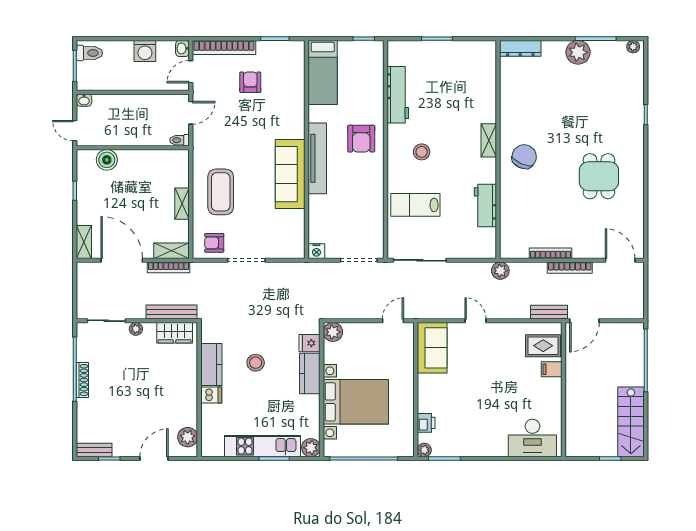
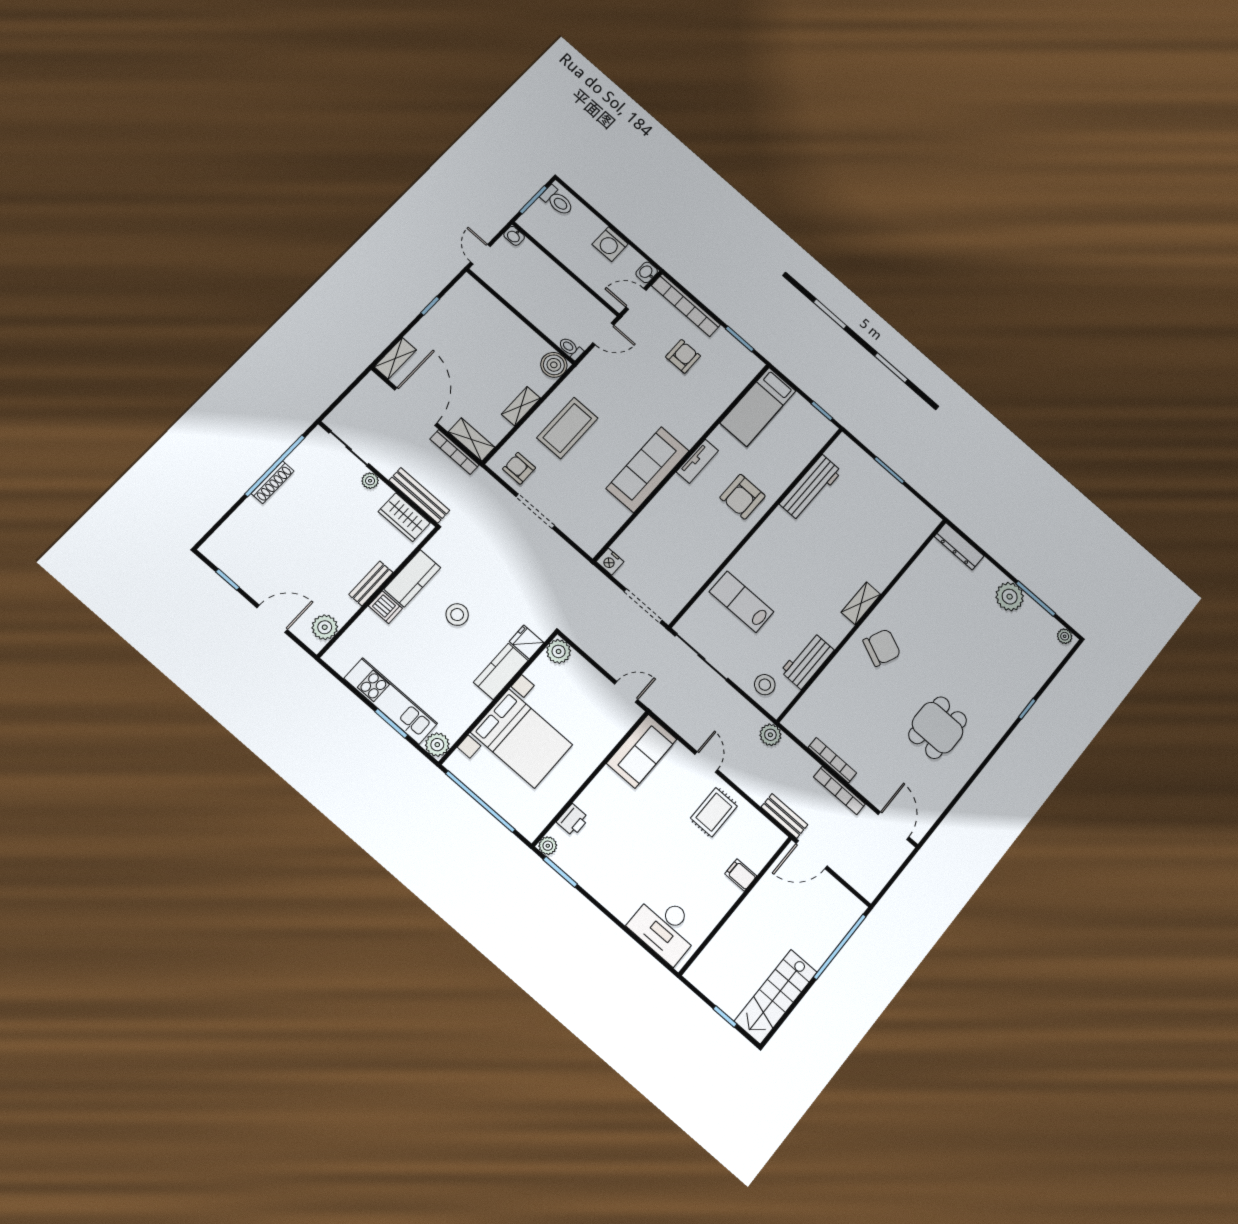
stool: (422, 152) -> (765, 685), moved
tv unit: (317, 158) -> (697, 461), width x0.52, depth x0.78
boiler: (107, 160) -> (554, 365), moved
rug: (543, 346) -> (714, 812), moved, turned 90
bench: (94, 450) -> (371, 583), moved, turned 90

